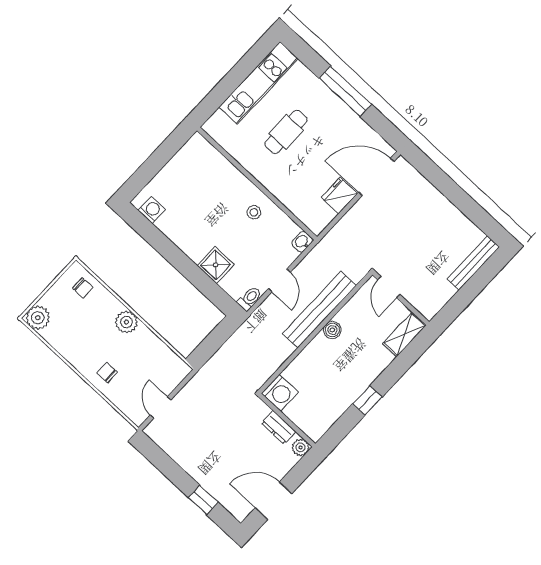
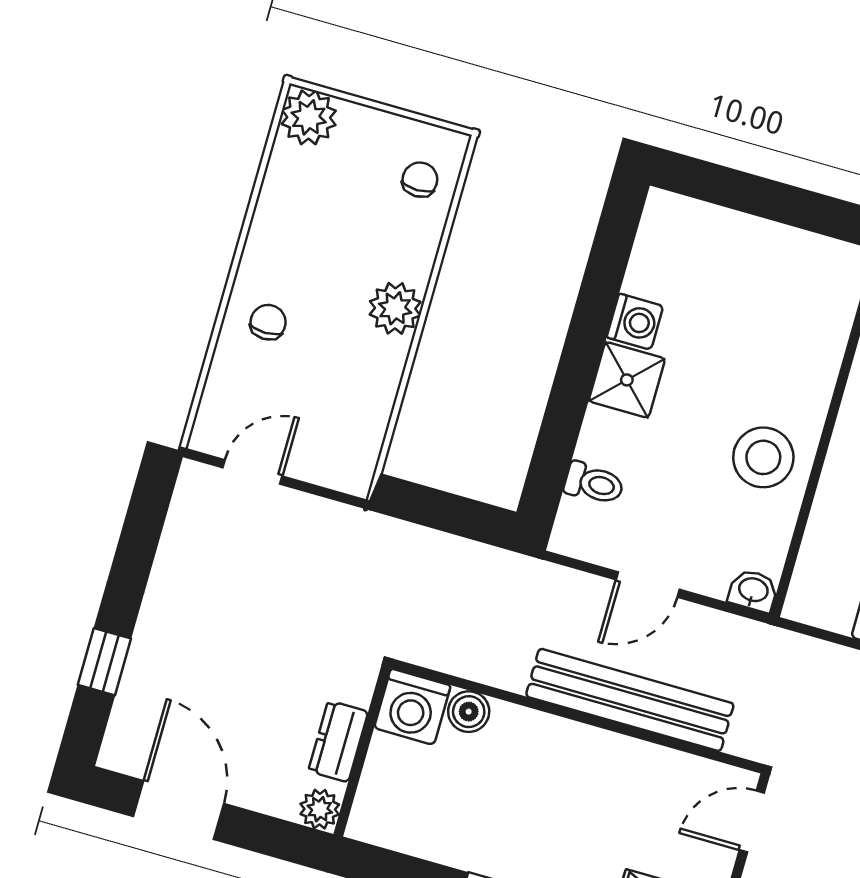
washing machine: (152, 210) -> (635, 322), moved
stool: (254, 212) -> (763, 457), width x1.89, depth x1.89
shower: (216, 265) -> (627, 380), moved
chair: (83, 288) -> (420, 180), turned 180
toilet: (249, 298) -> (594, 483), moved
boiler: (332, 330) -> (469, 712), moved

